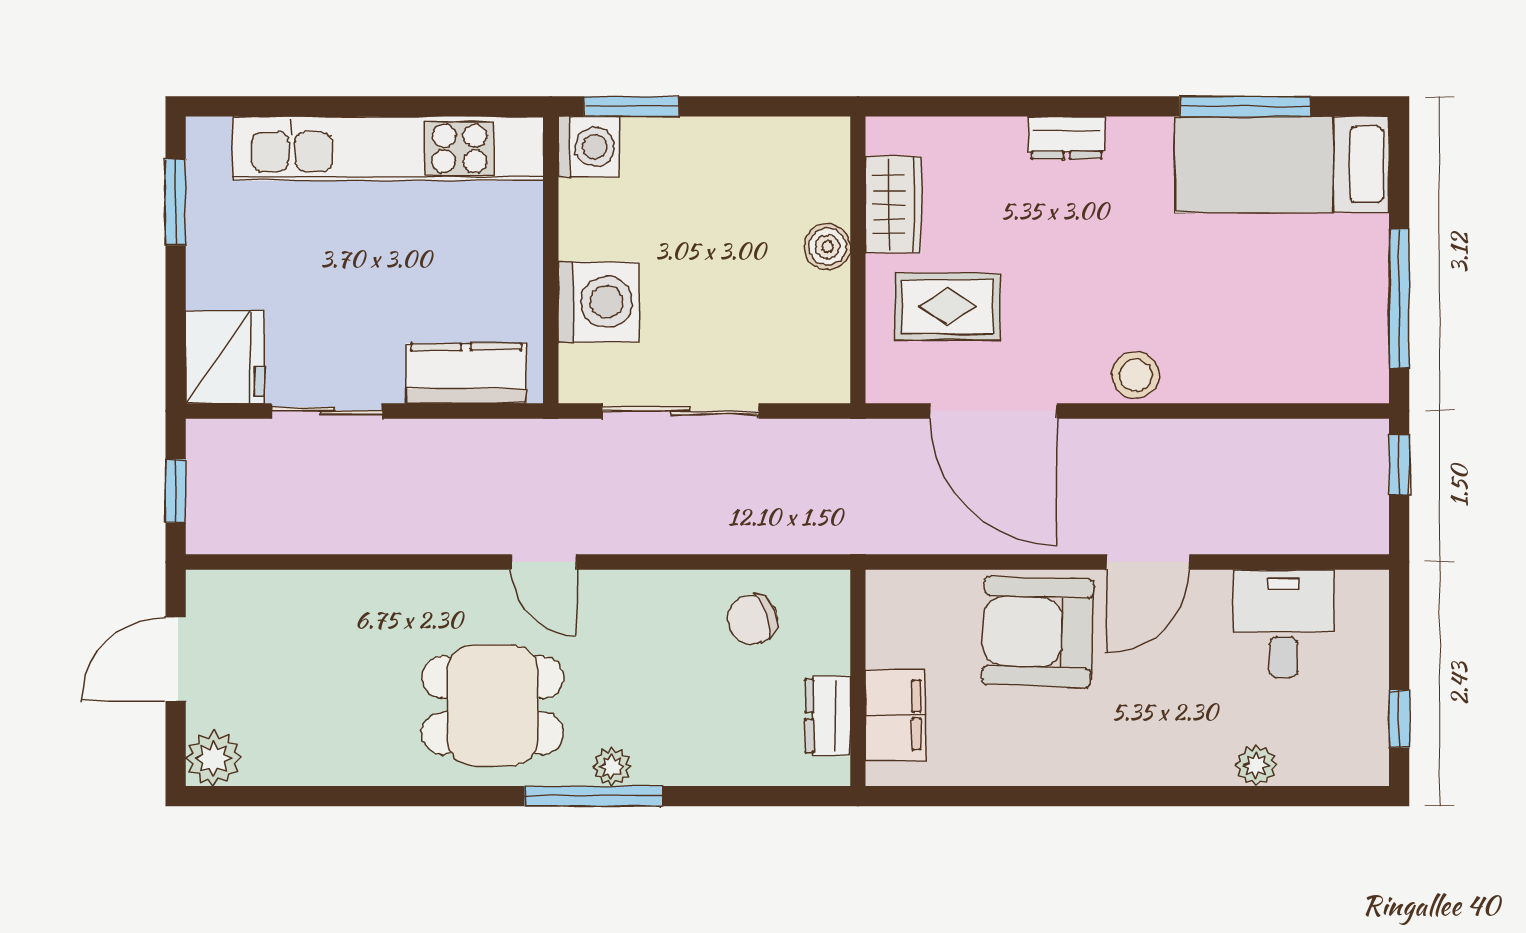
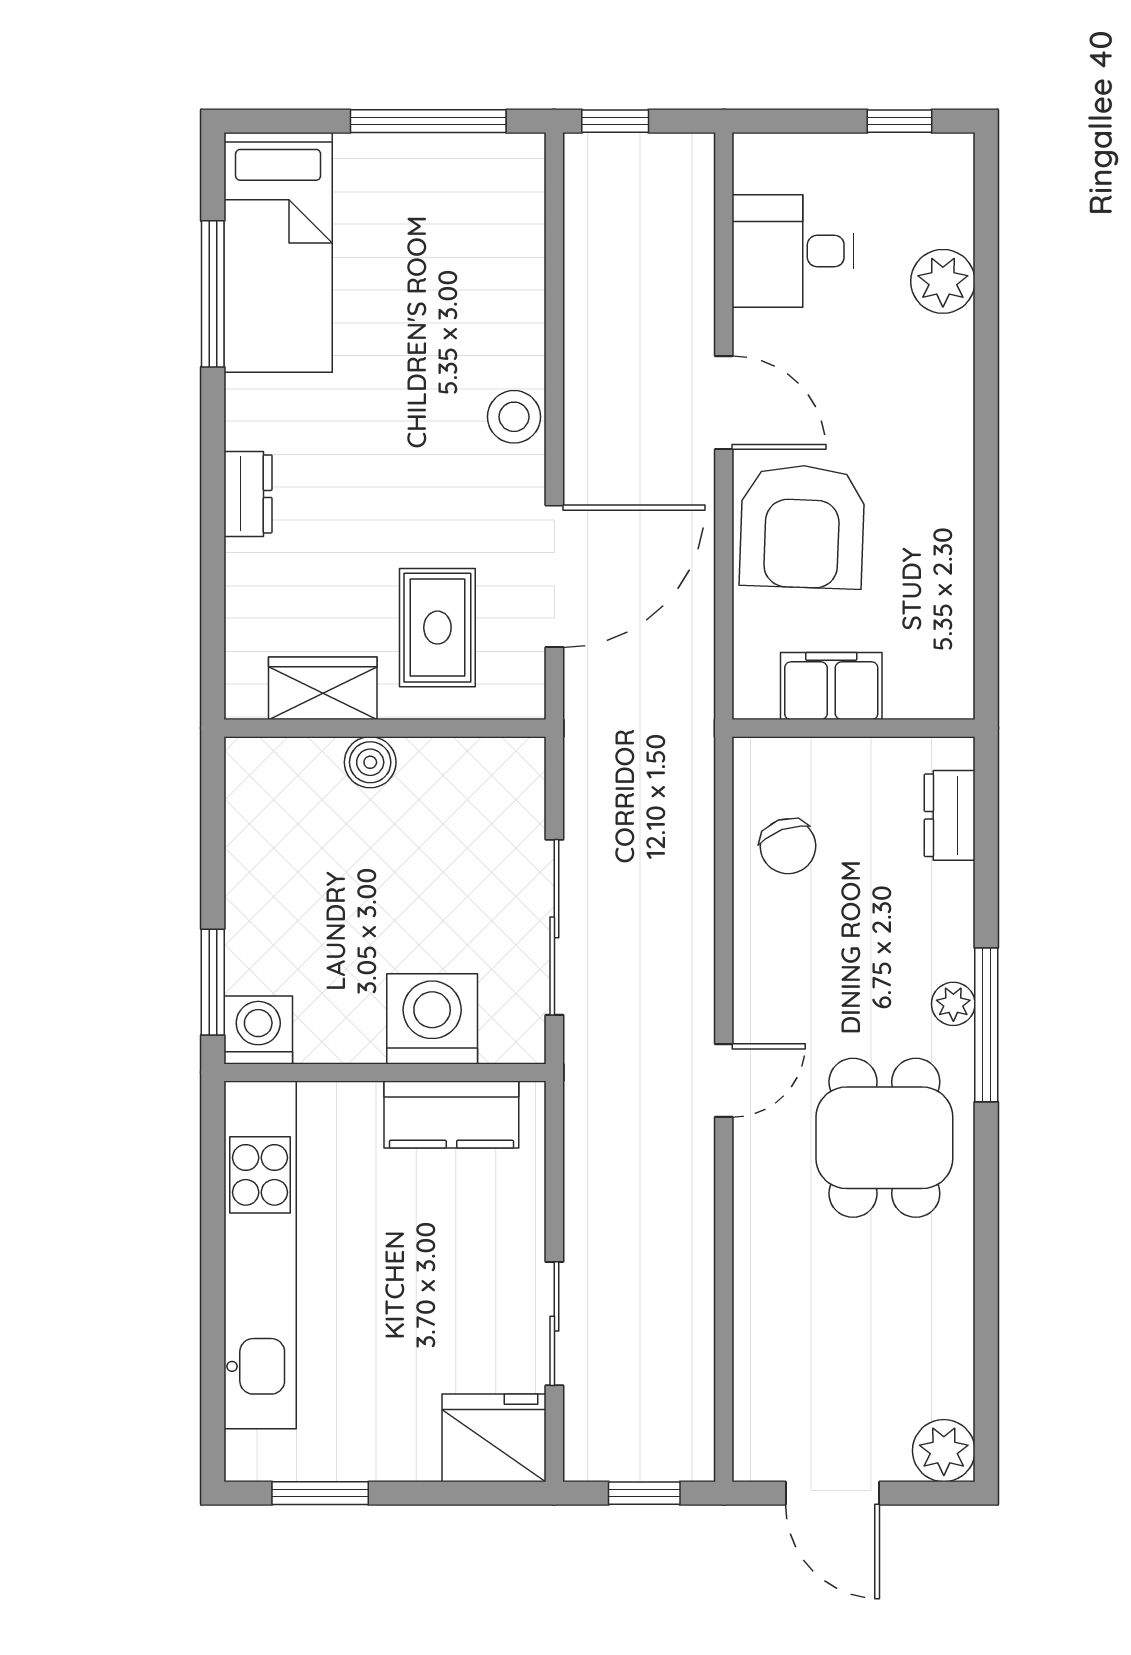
kitchen counter: (466, 373) -> (451, 1115), moved, turned -90
filing cabinet: (895, 715) -> (831, 686), moved
dresser: (828, 716) -> (950, 815), moved, turned 90
plant: (1256, 765) -> (943, 281), width x1.38, depth x1.38

